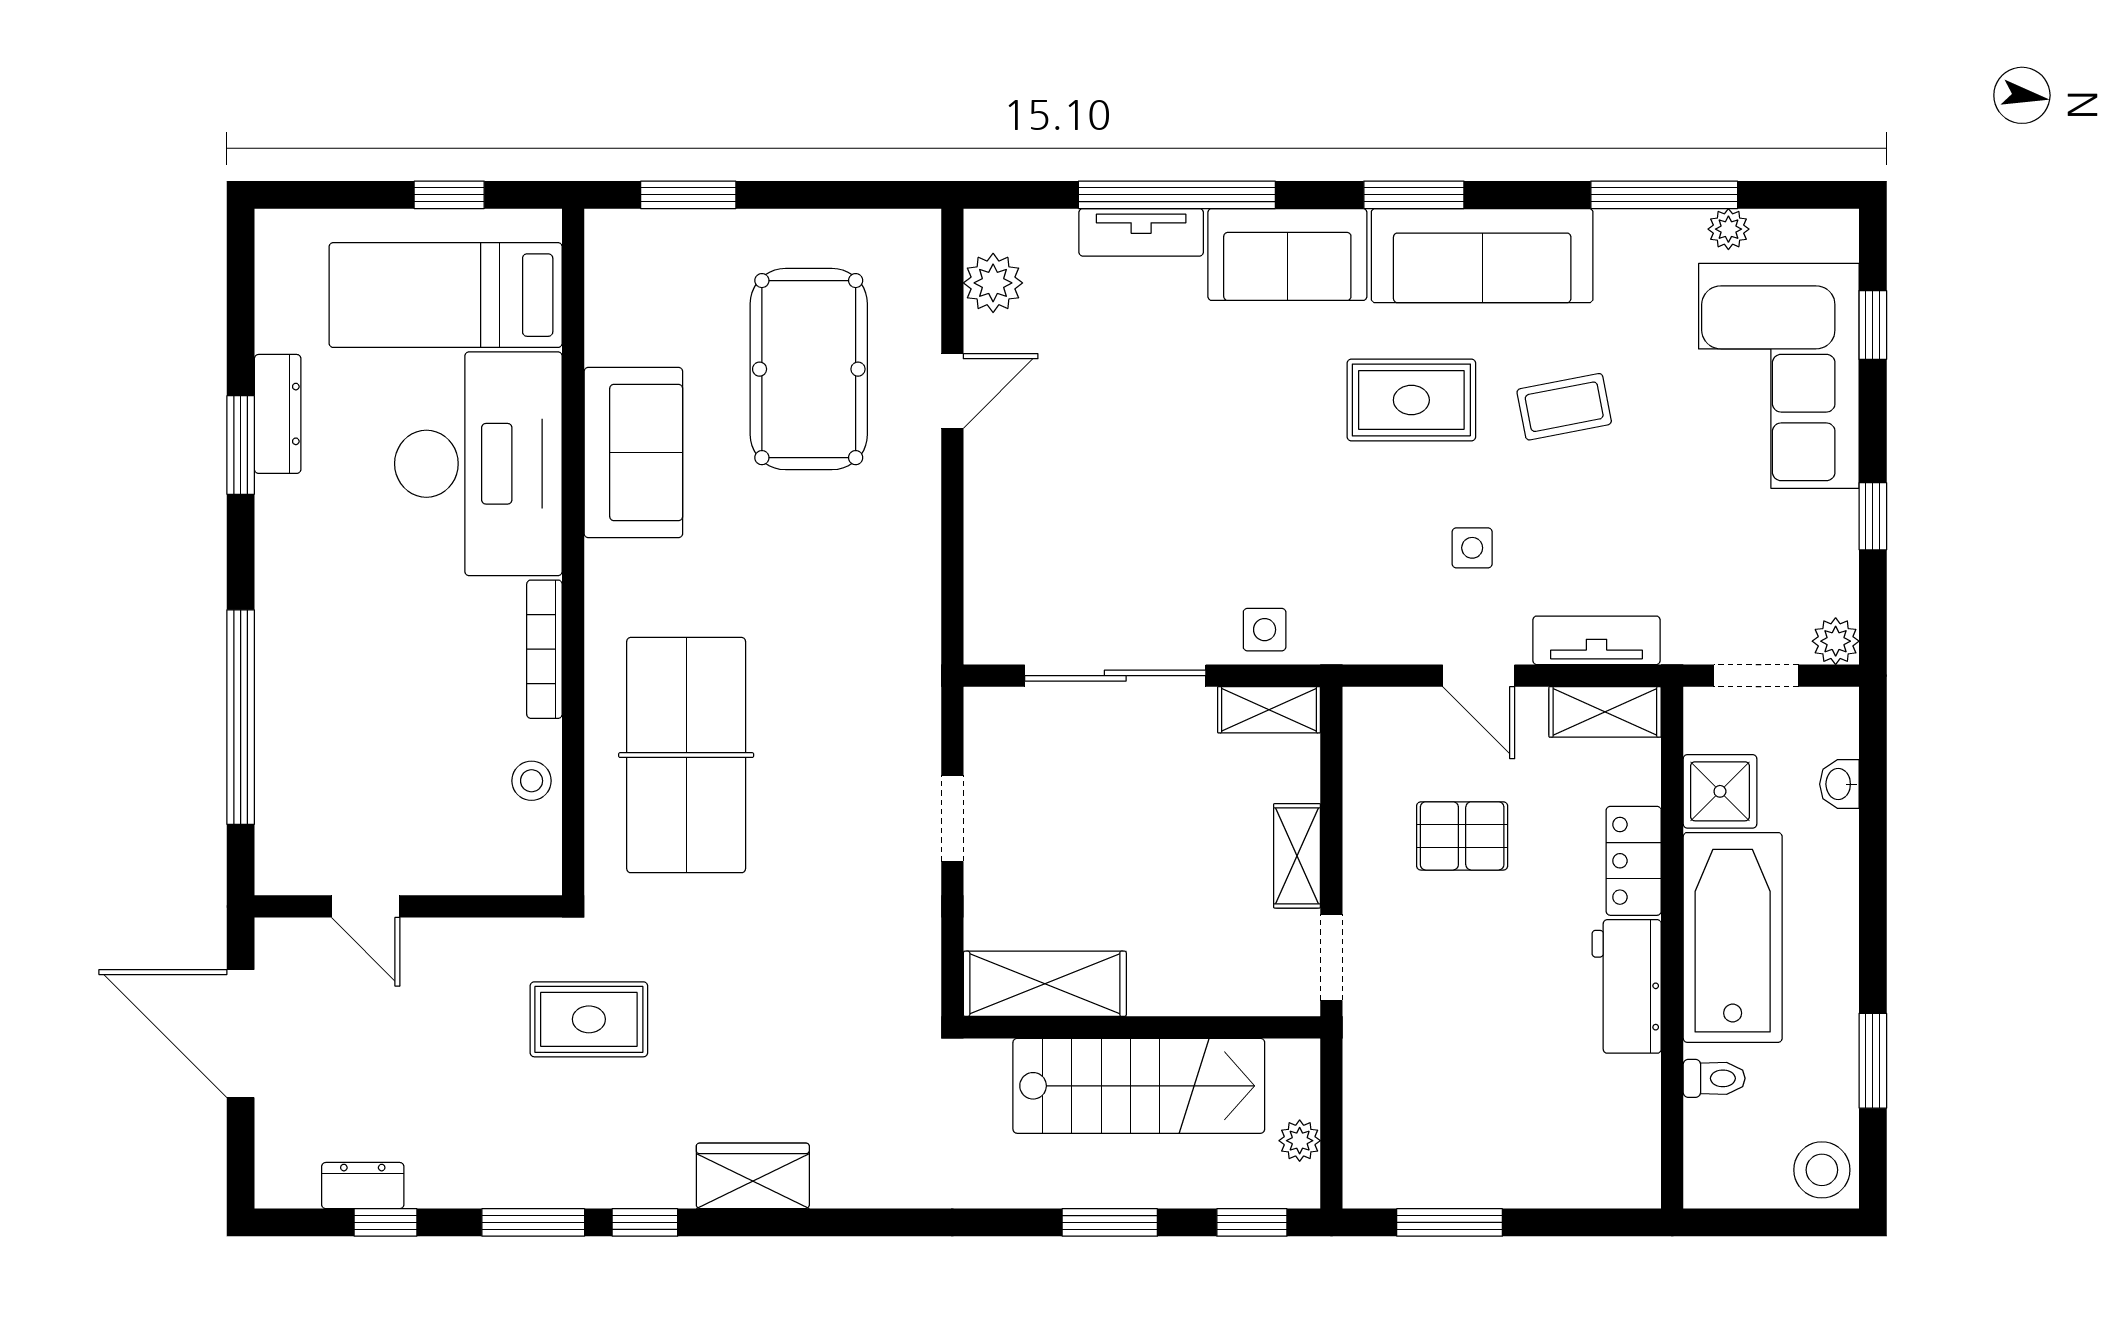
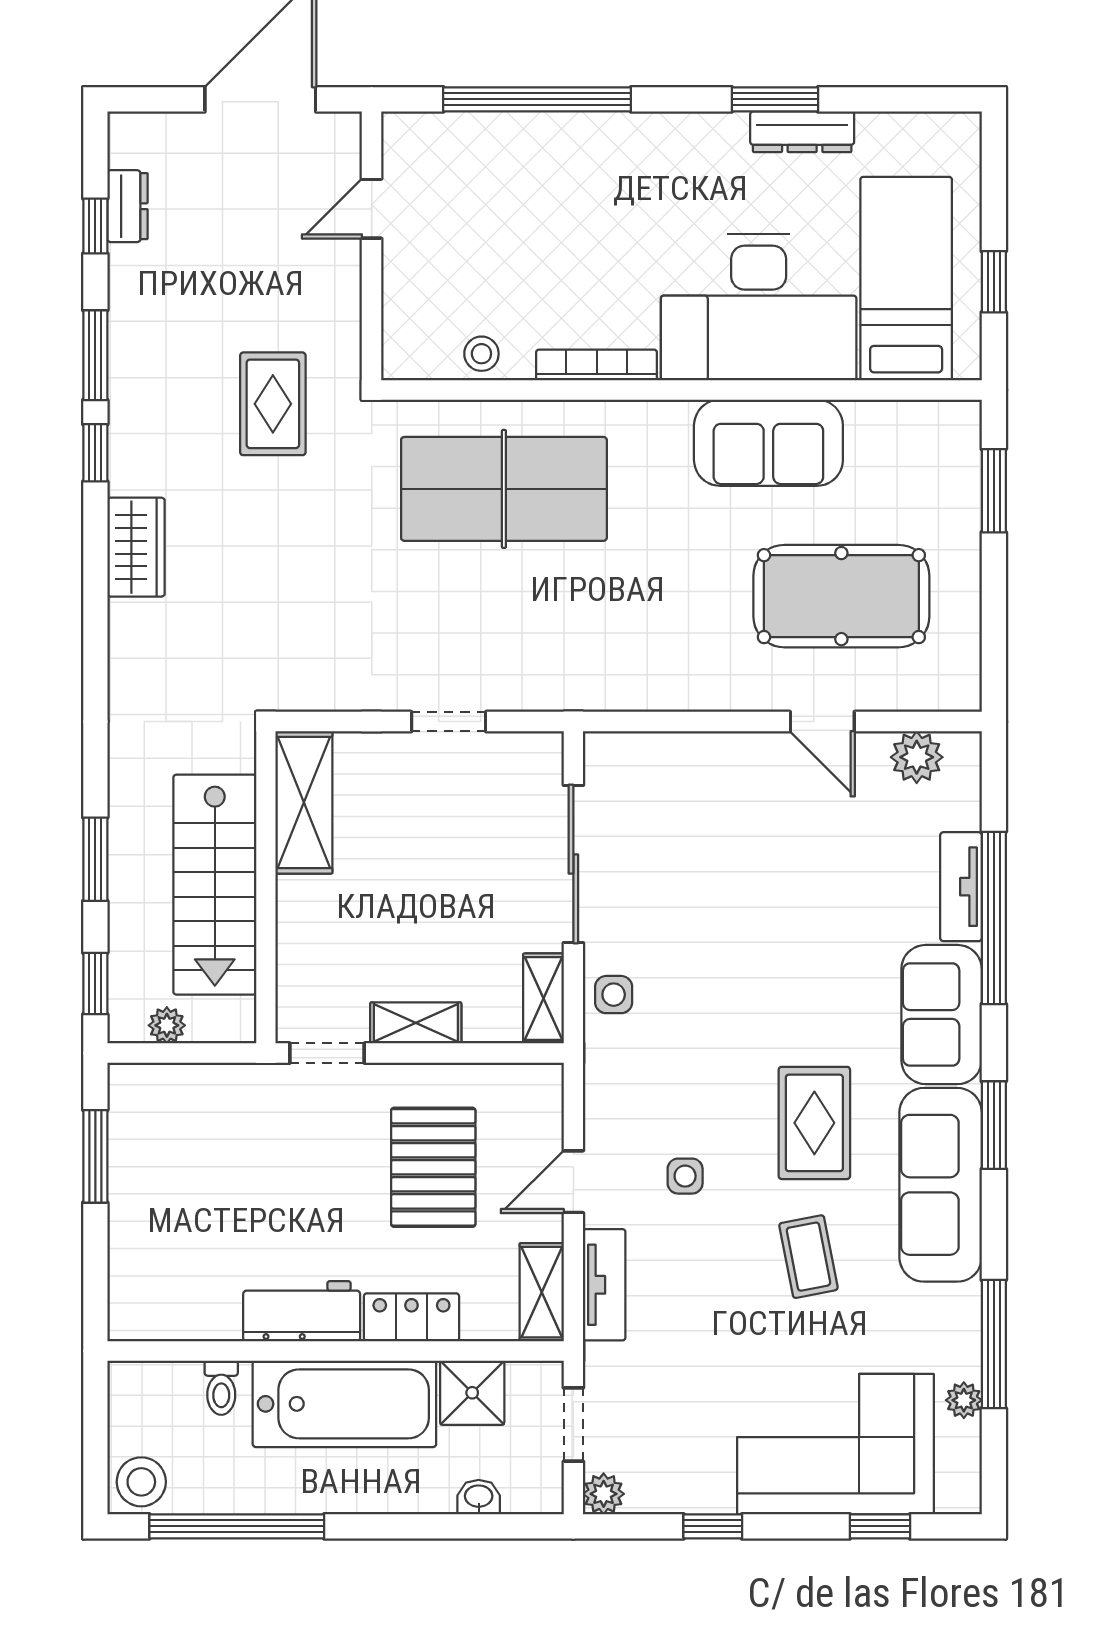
pallet: (1462, 836) -> (433, 1167), width x1.50, depth x1.42
window: (1873, 1061) -> (237, 1526), width x2.11

